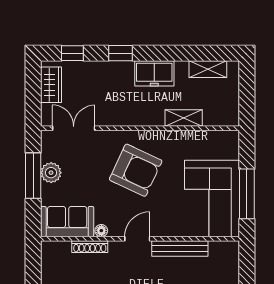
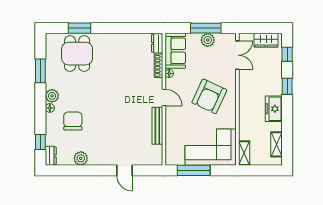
shelving: (184, 118) -> (244, 153), moved
corner sofa: (212, 198) -> (211, 147), moved
dresser: (56, 249) -> (157, 43), added

